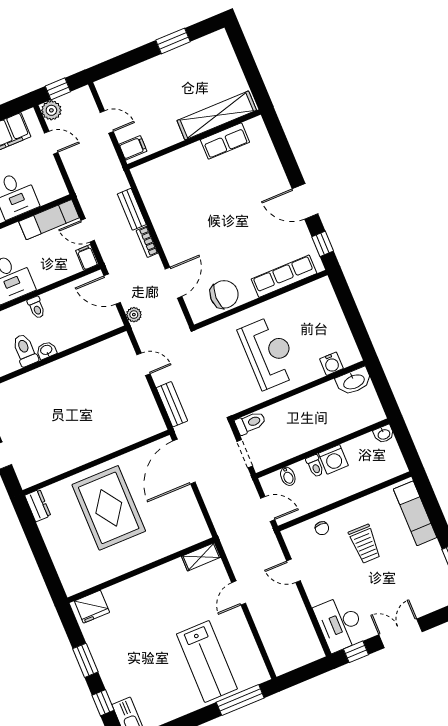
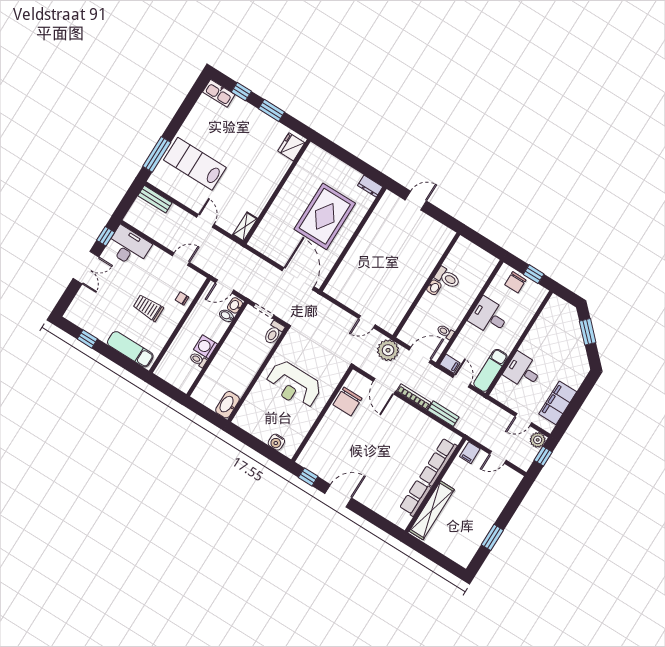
door: (88, 230) -> (461, 381), hinge flipped
bookcase: (147, 242) -> (414, 397), width x1.56
row of seats: (284, 276) -> (438, 462), moved, turned 180
toilet: (36, 307) -> (445, 332), moved
plant: (134, 315) -> (388, 350), width x1.88, depth x1.88
water cooler: (331, 364) -> (276, 442), moved, turned -90
bench: (172, 404) -> (155, 199), moved
washbasin: (384, 434) -> (235, 305), moved
toilet: (315, 466) -> (198, 360), moved
rug: (109, 508) -> (325, 216), turned 90

